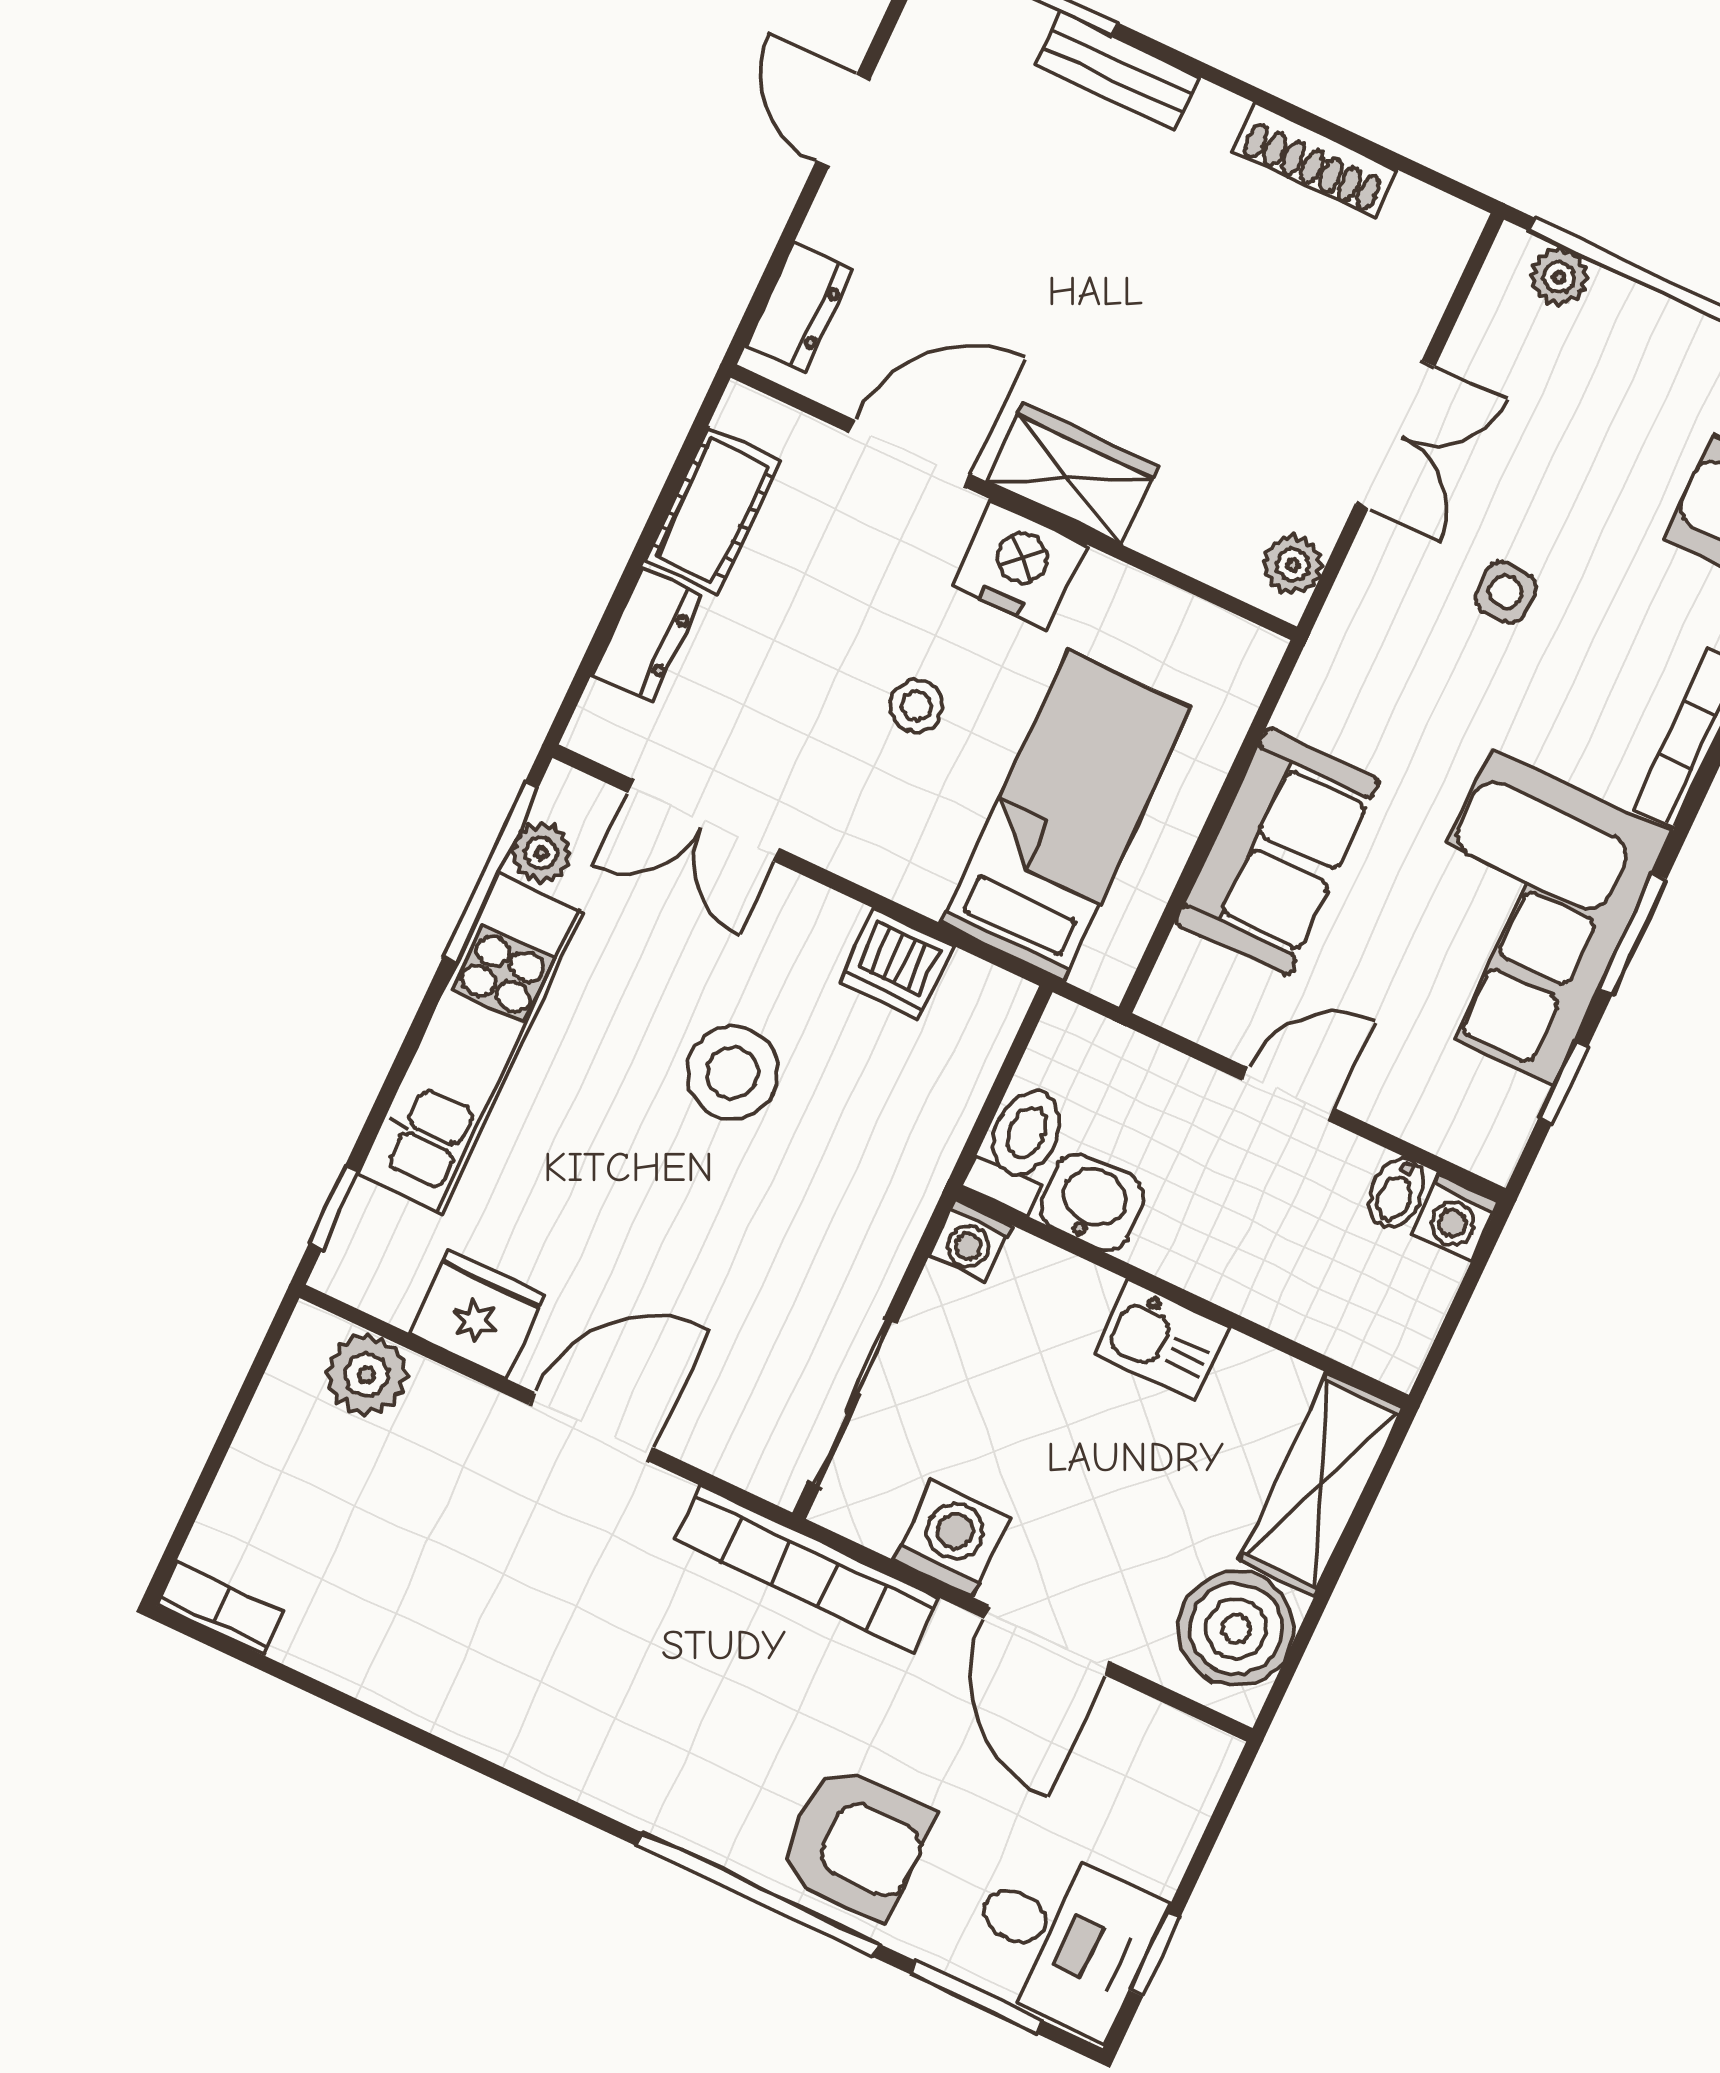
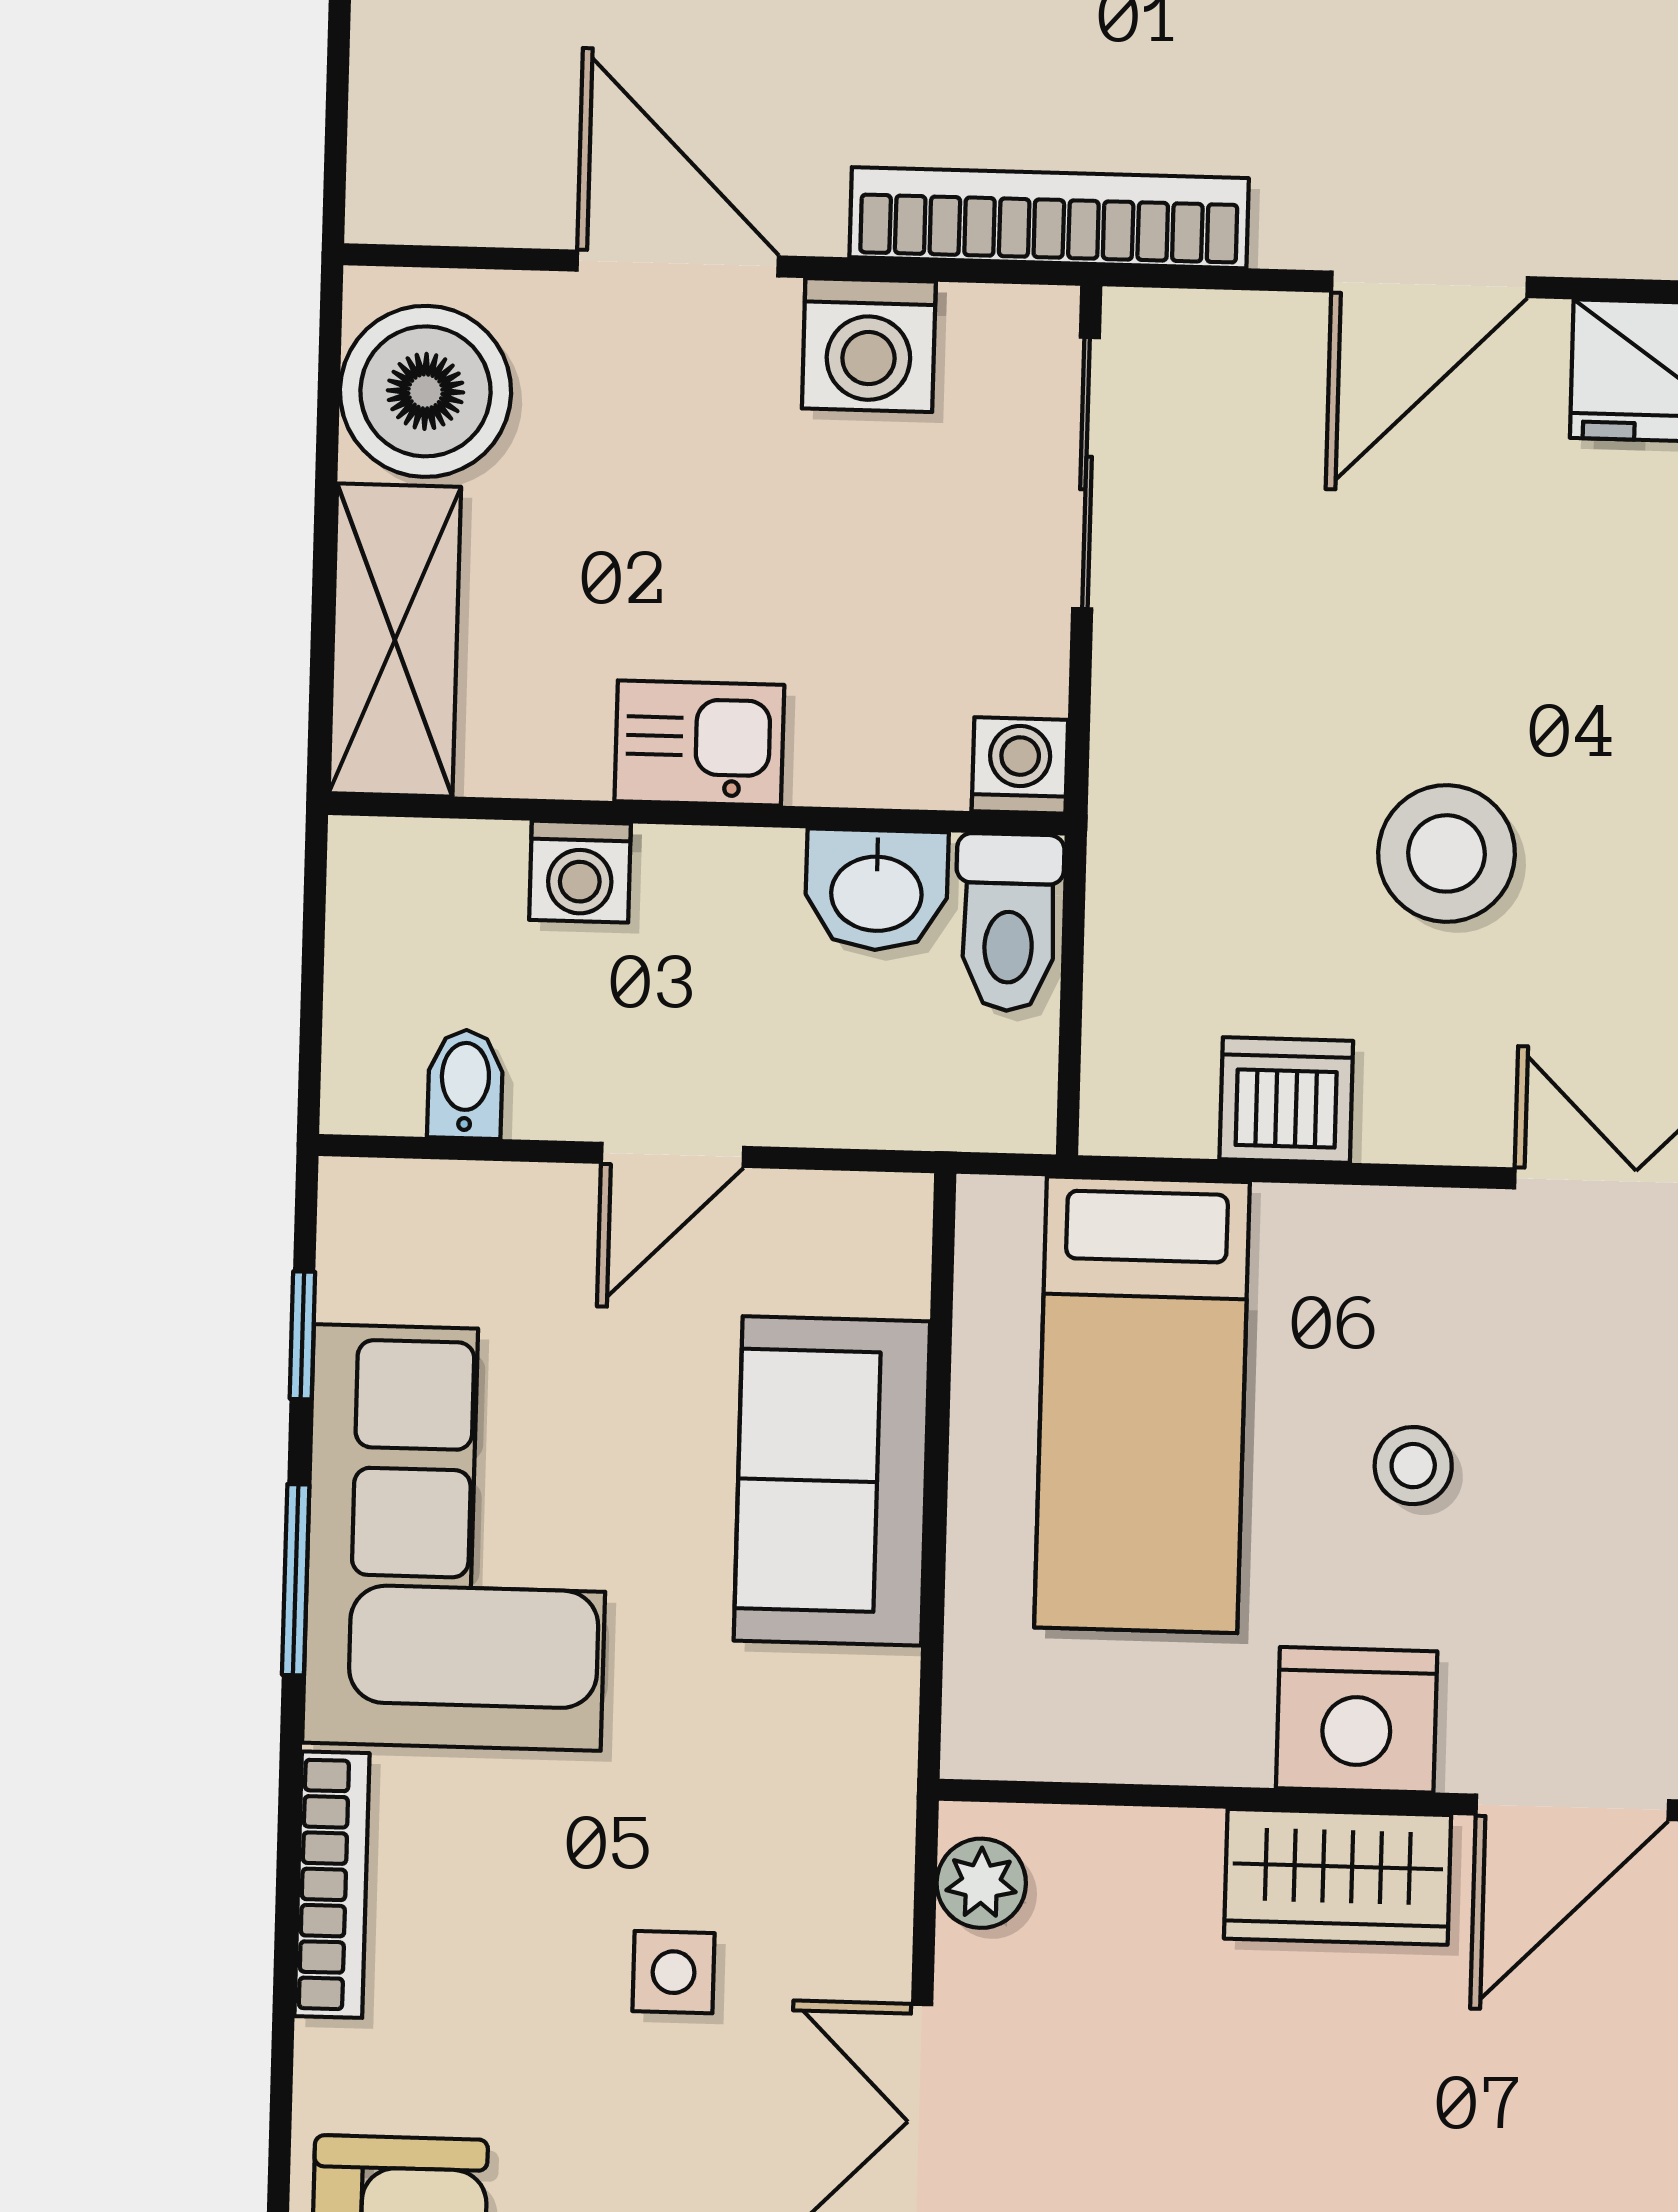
washing machine: (1455, 1217) -> (580, 872), moved, turned 180

